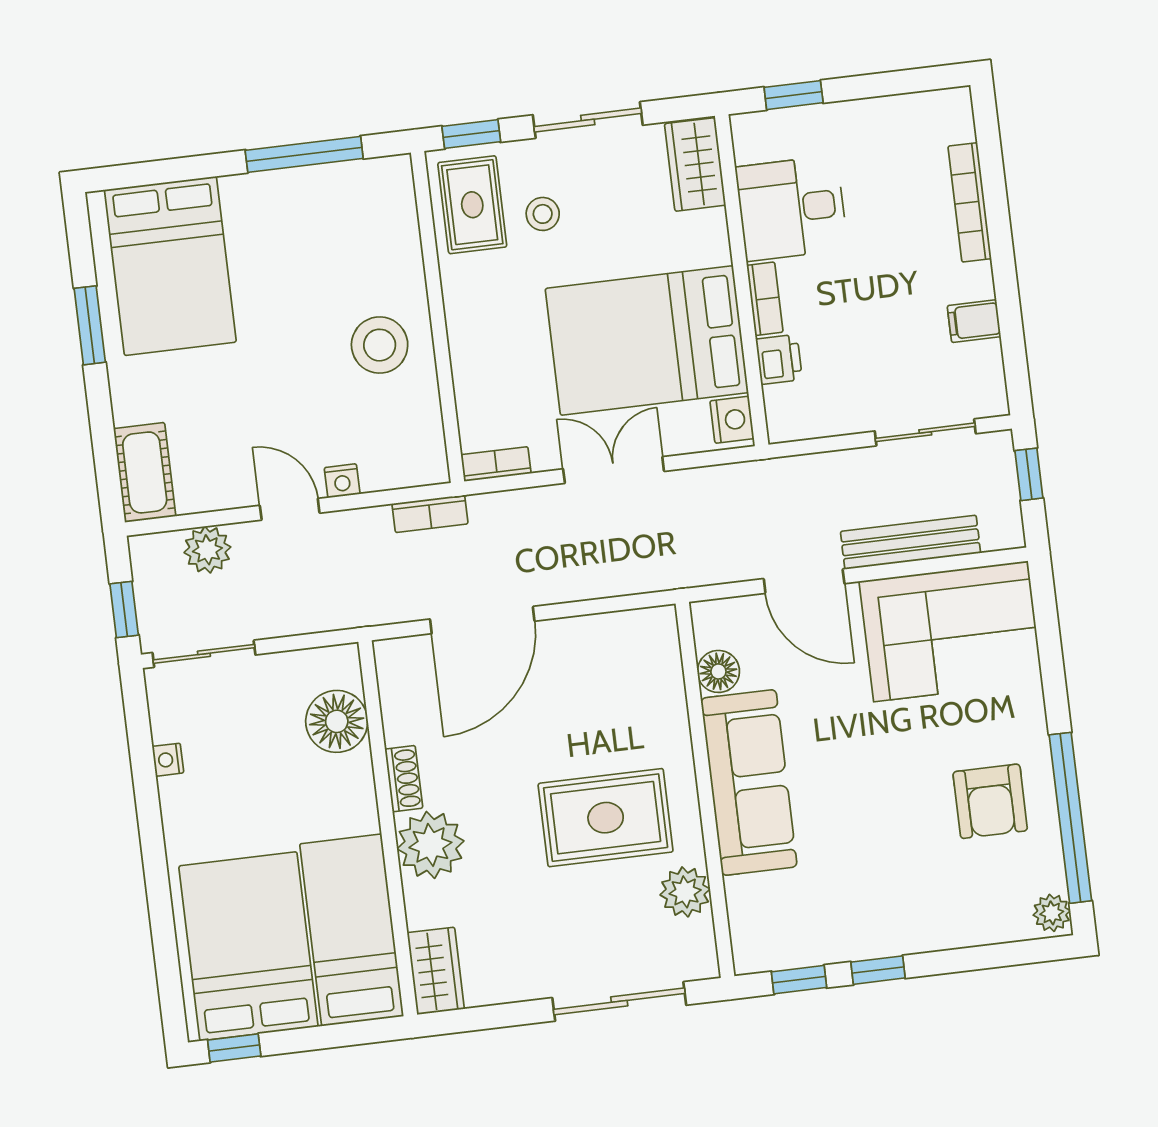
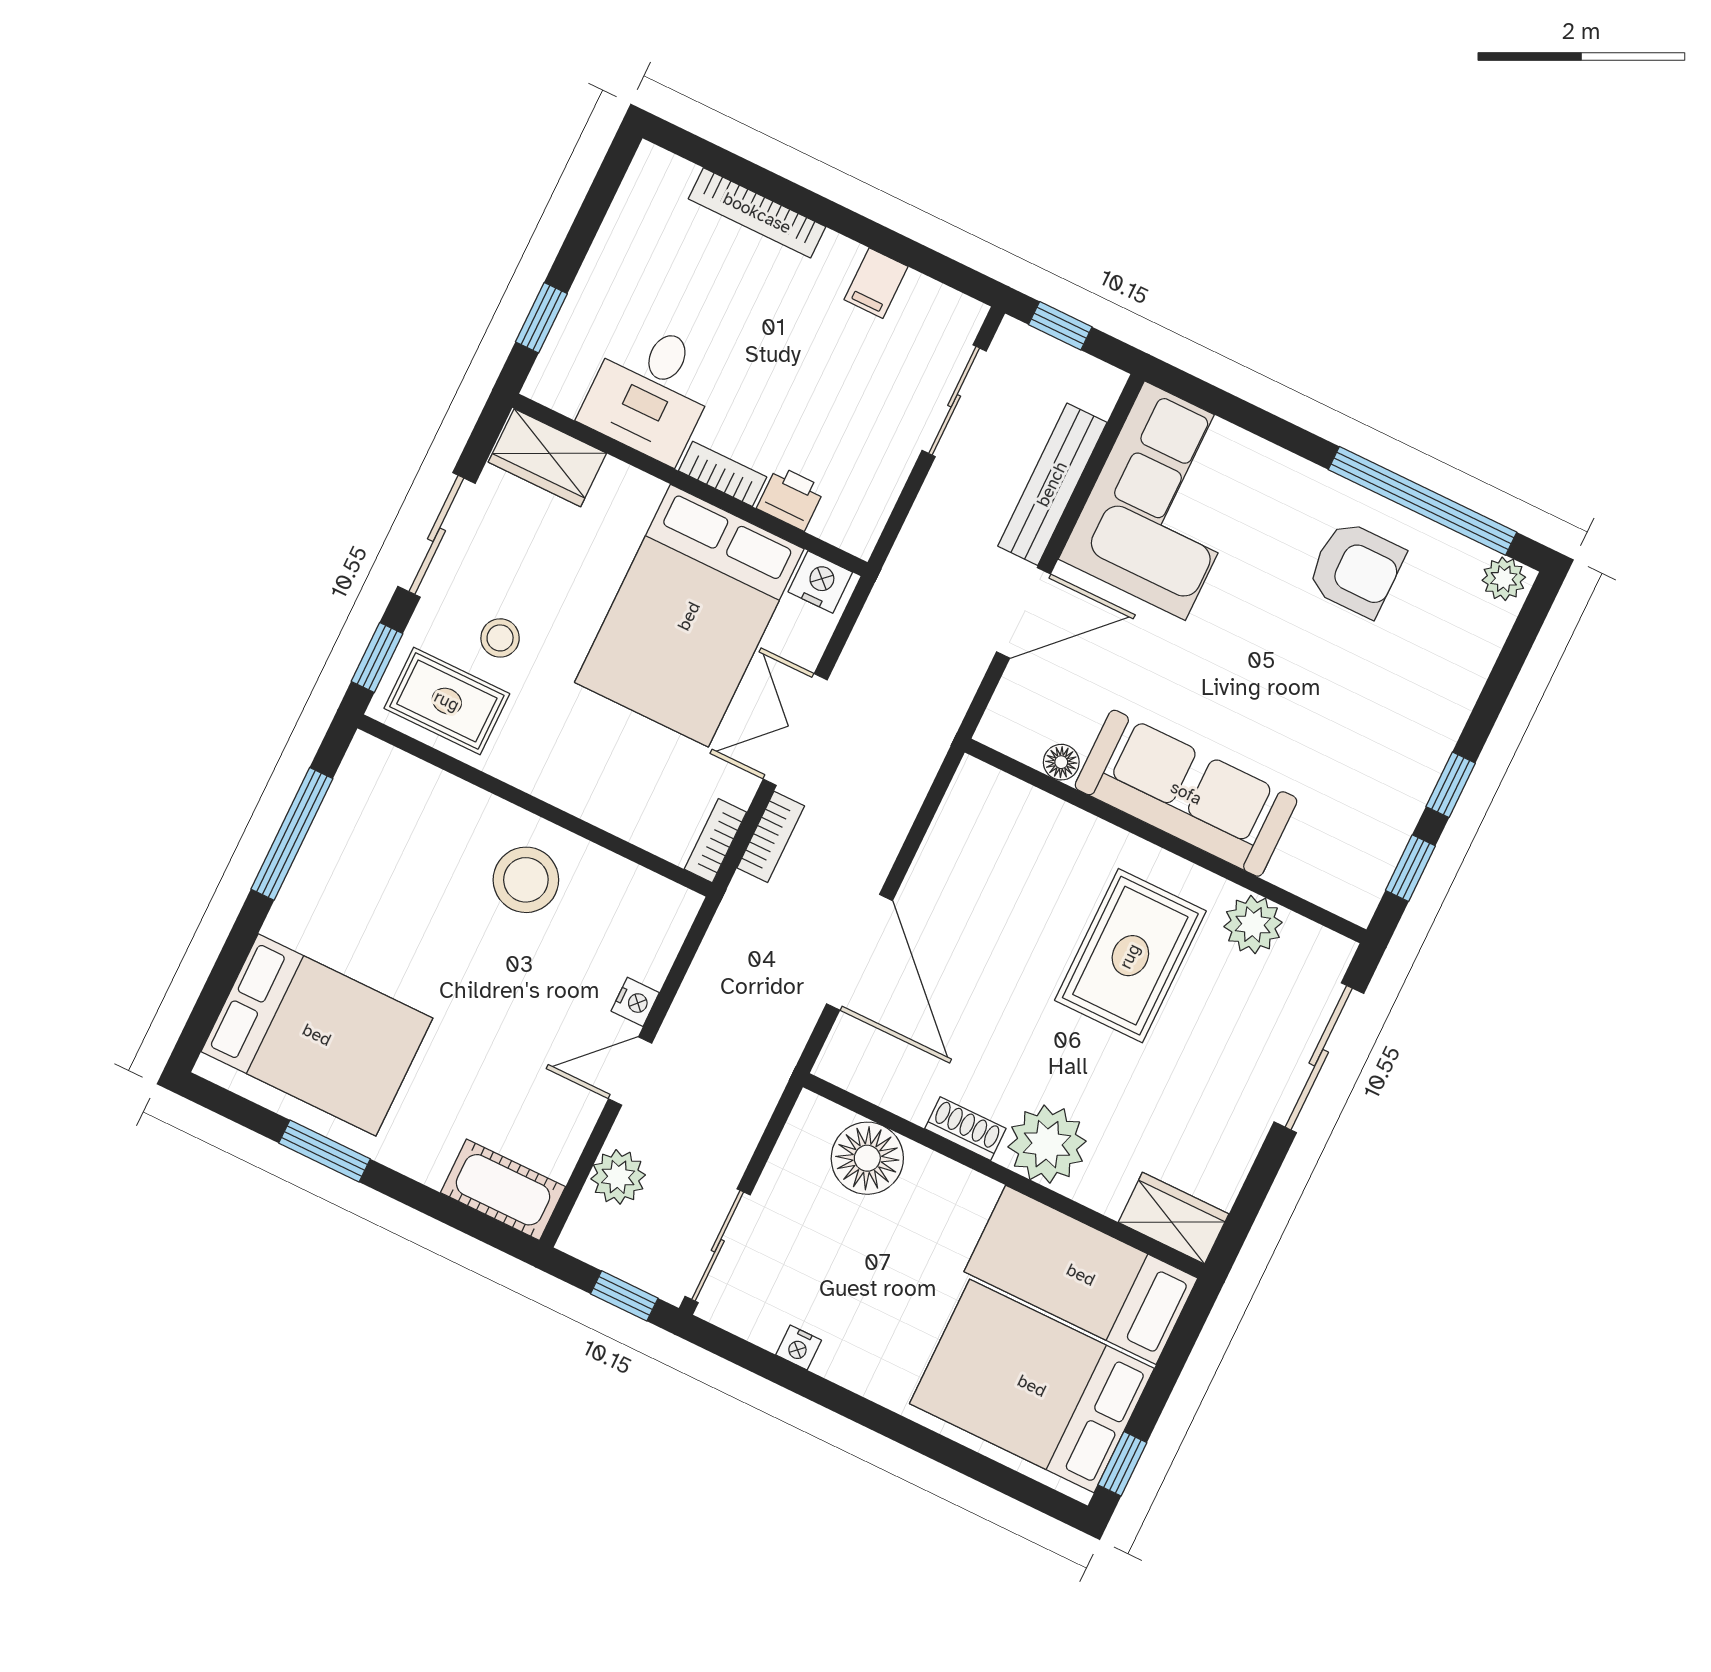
bookcase: (430, 514) -> (771, 837), moved
floor lamp: (718, 671) -> (1061, 762), width x0.73, depth x0.73

